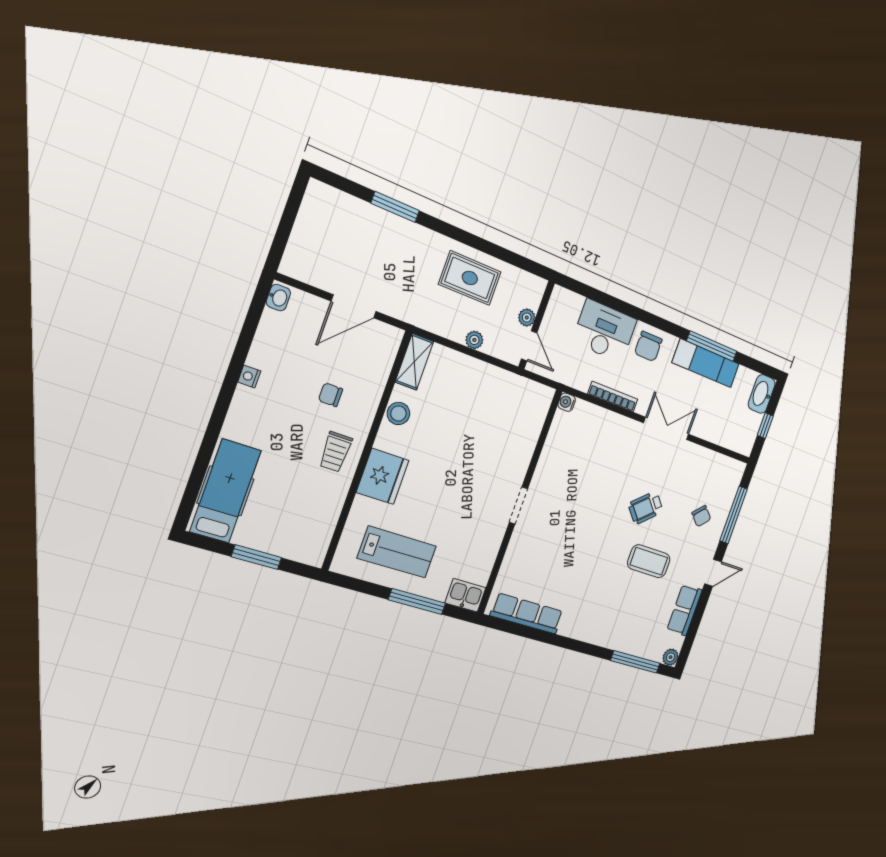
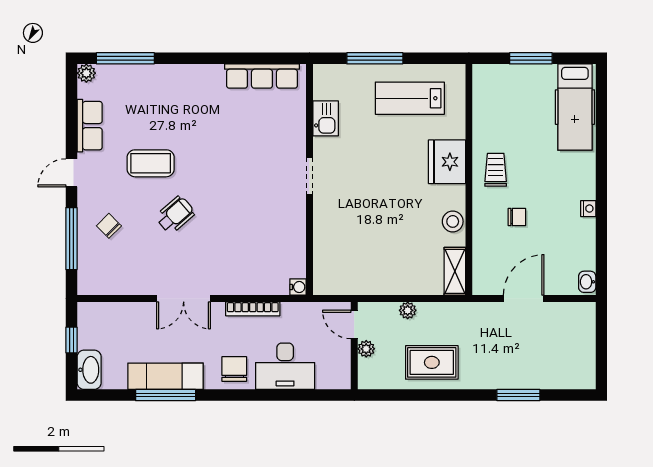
kitchen sink: (465, 595) -> (326, 118), moved, turned -90

